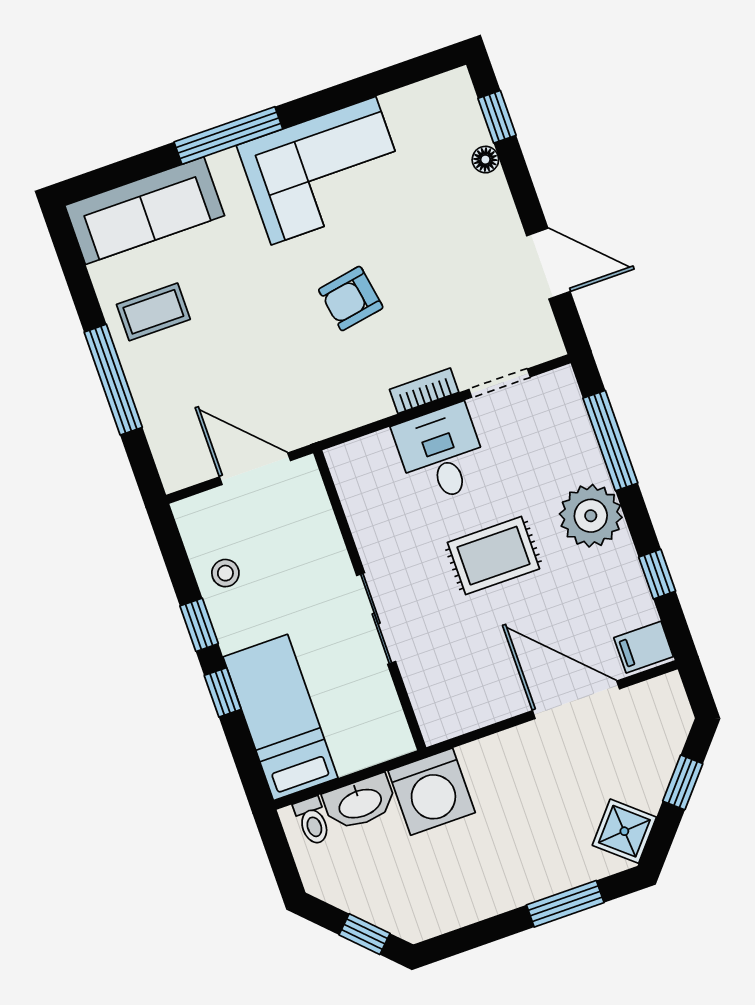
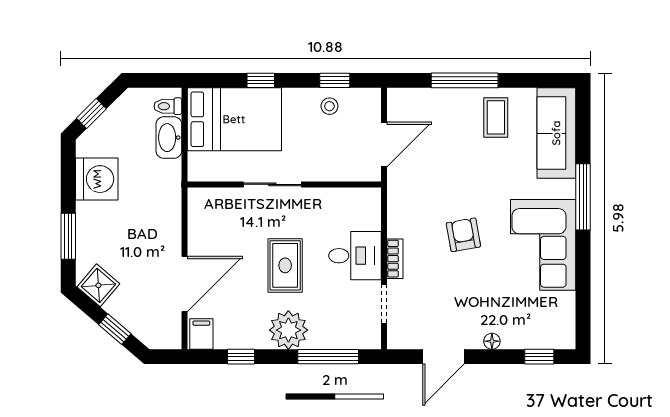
floor lamp: (485, 160) -> (492, 341), moved
window: (199, 625) -> (335, 80), moved
bed: (280, 717) -> (234, 119), width x1.50
washing machine: (432, 792) -> (97, 179), moved, turned 180

